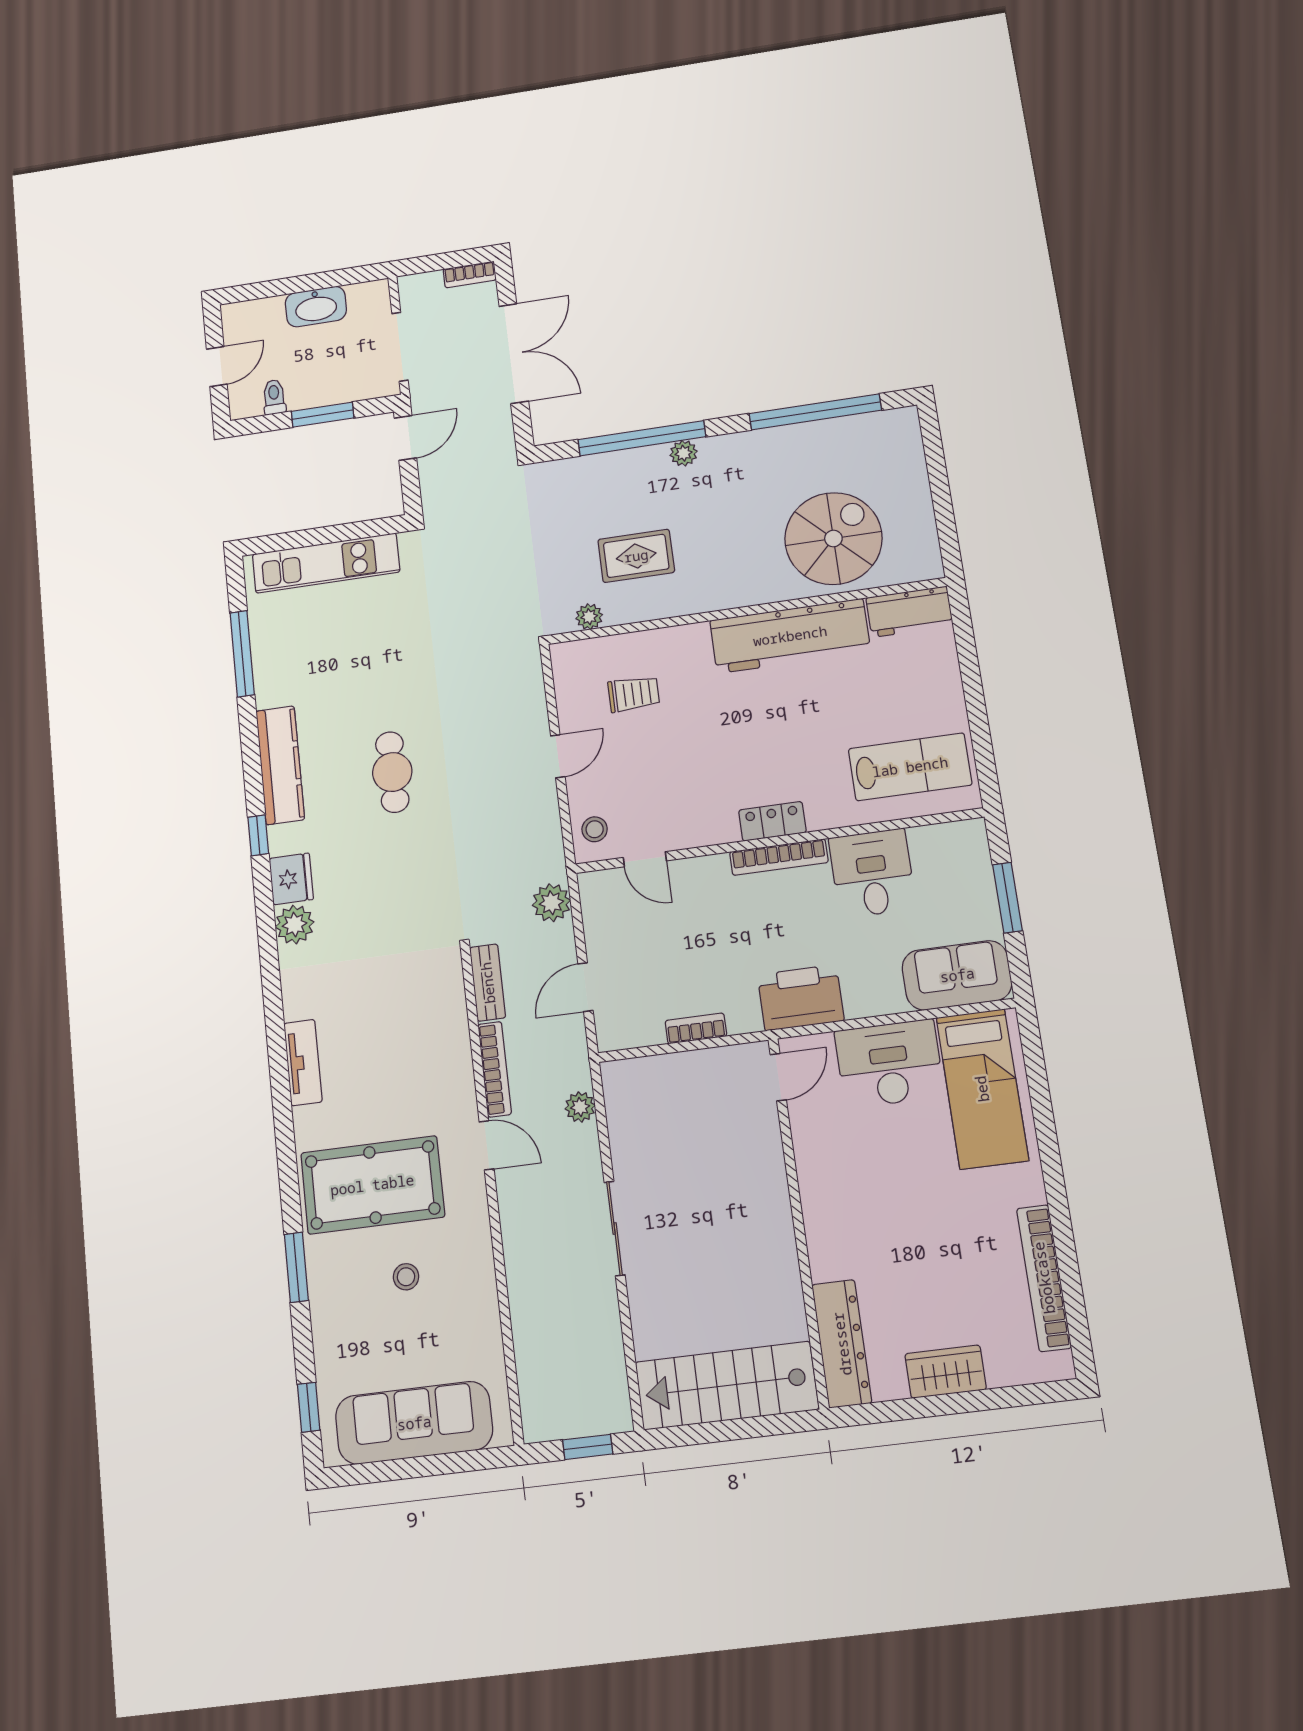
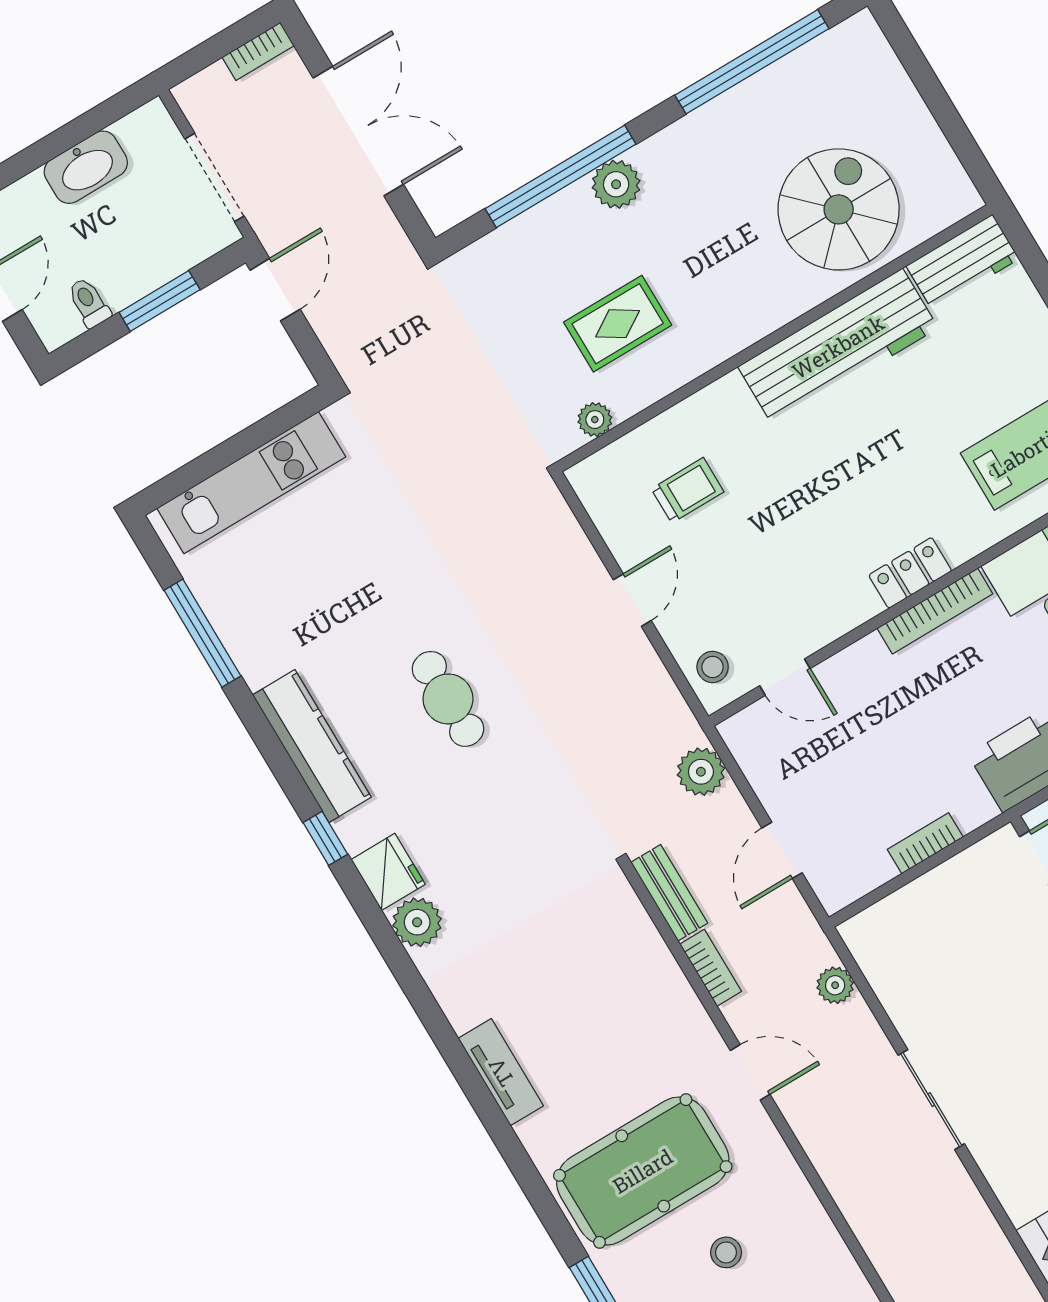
plant: (684, 453) -> (616, 184), width x1.38, depth x1.38
bookcase: (495, 1069) -> (711, 968), width x0.64

